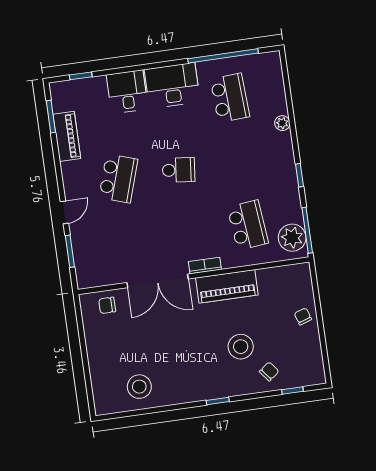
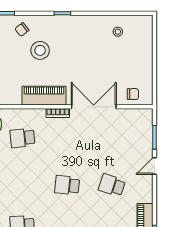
school desk: (118, 178) -> (112, 185), width x0.54
school desk: (248, 225) -> (22, 138), width x0.54
stool: (139, 387) -> (118, 32), width x0.53, depth x0.53

